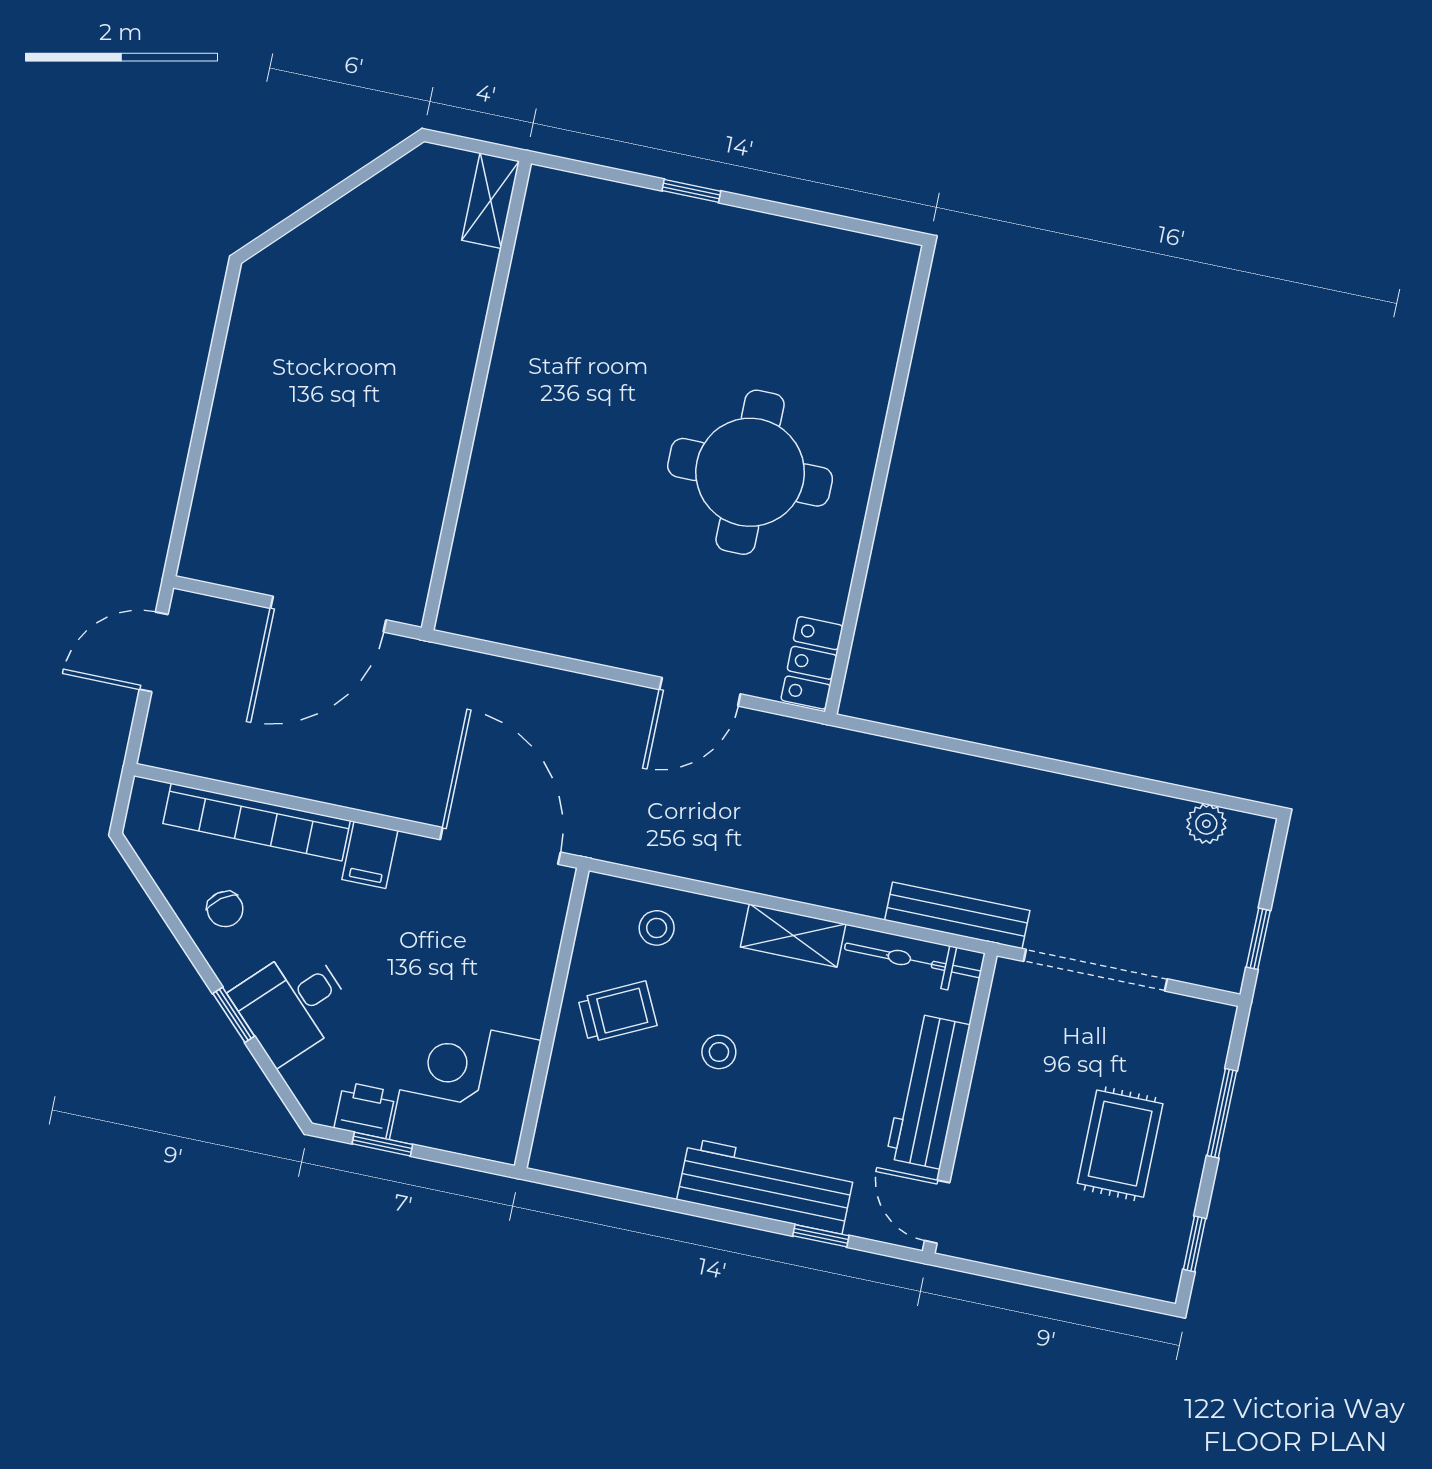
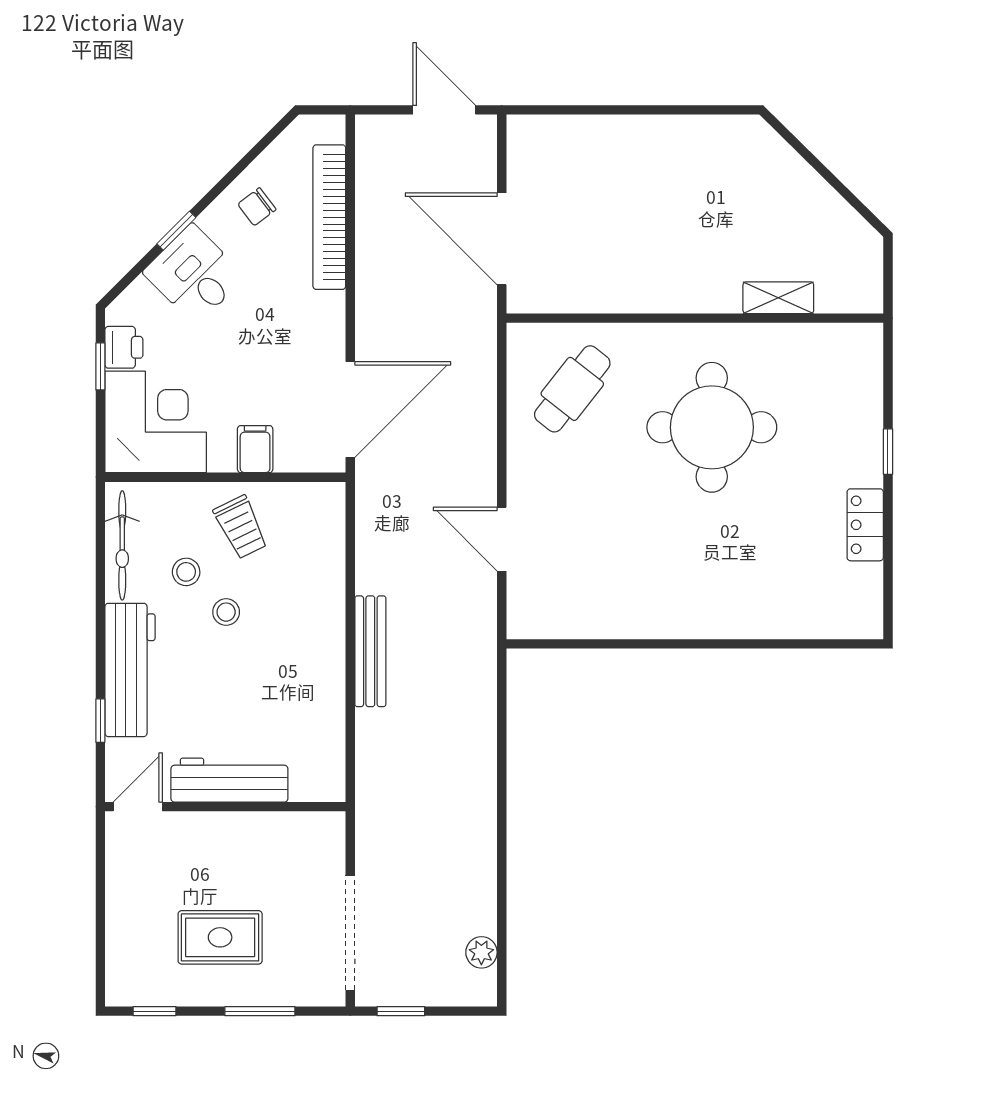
shelving: (491, 201) -> (778, 298), moved
round table: (750, 472) -> (712, 427), moved
cafe table: (532, 566) -> (572, 389), added
locker: (812, 663) -> (865, 525), moved, turned -90
filing cabinet: (370, 855) -> (255, 449), moved, turned 90
bench: (957, 915) -> (370, 651), moved
stool: (657, 928) -> (186, 572), moved
shelving: (793, 936) -> (328, 651), removed
bicycle: (913, 960) -> (122, 545), moved, turned 180
doorway: (1095, 970) -> (350, 933), moved

